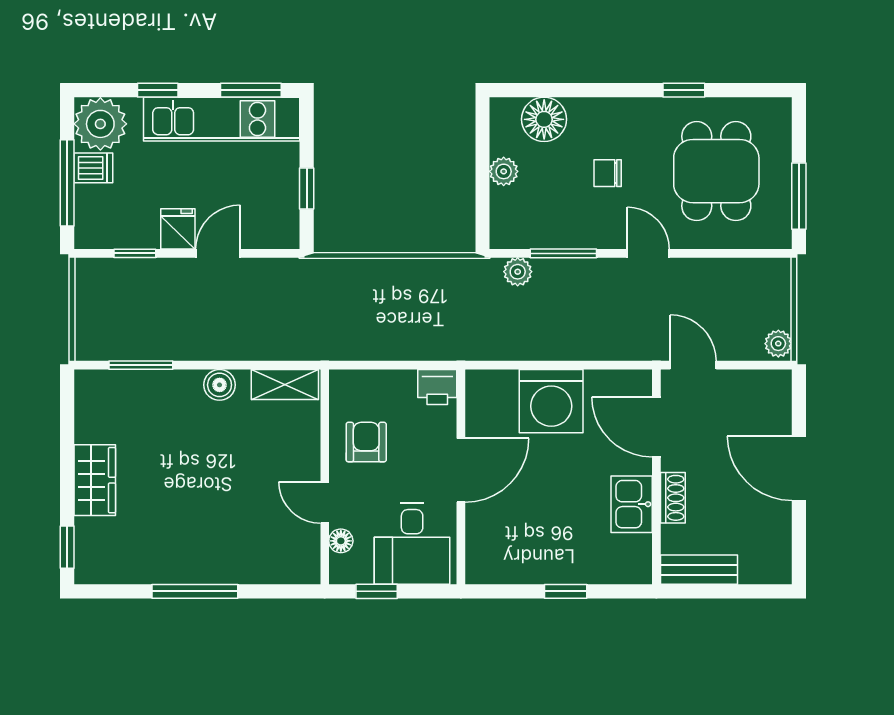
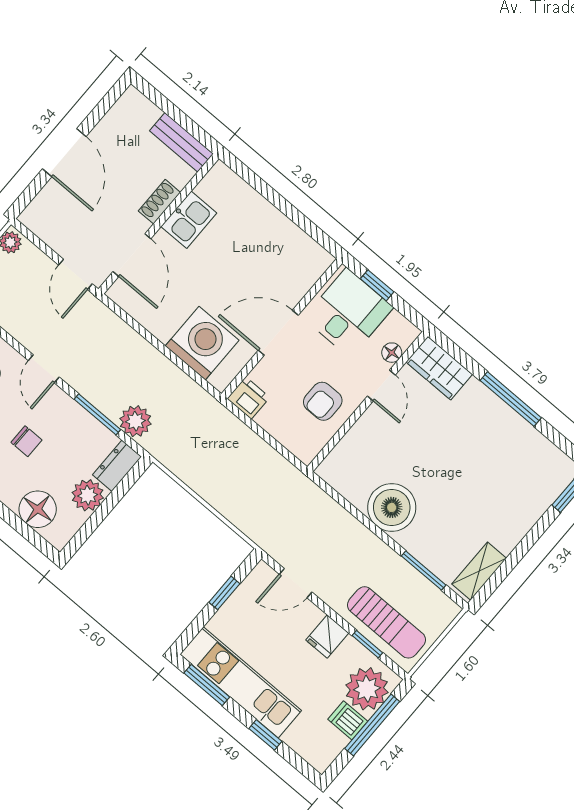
plant: (100, 124) -> (367, 689), moved
plant: (504, 171) -> (88, 495), width x1.38, depth x1.38
dresser: (505, 221) -> (117, 466), added
door: (218, 253) -> (296, 583), moved
plant: (518, 272) -> (135, 421), width x1.38, depth x1.38
sun lounger: (134, 288) -> (386, 622), added
shelving: (285, 384) -> (479, 571), moved, turned 90
boiler: (220, 385) -> (392, 507), width x1.86, depth x1.86
washing machine: (551, 401) -> (202, 343), moved
wardrobe: (95, 480) -> (439, 368), moved, turned -90
window: (377, 591) -> (377, 285), moved
window: (566, 591) -> (277, 200), removed

